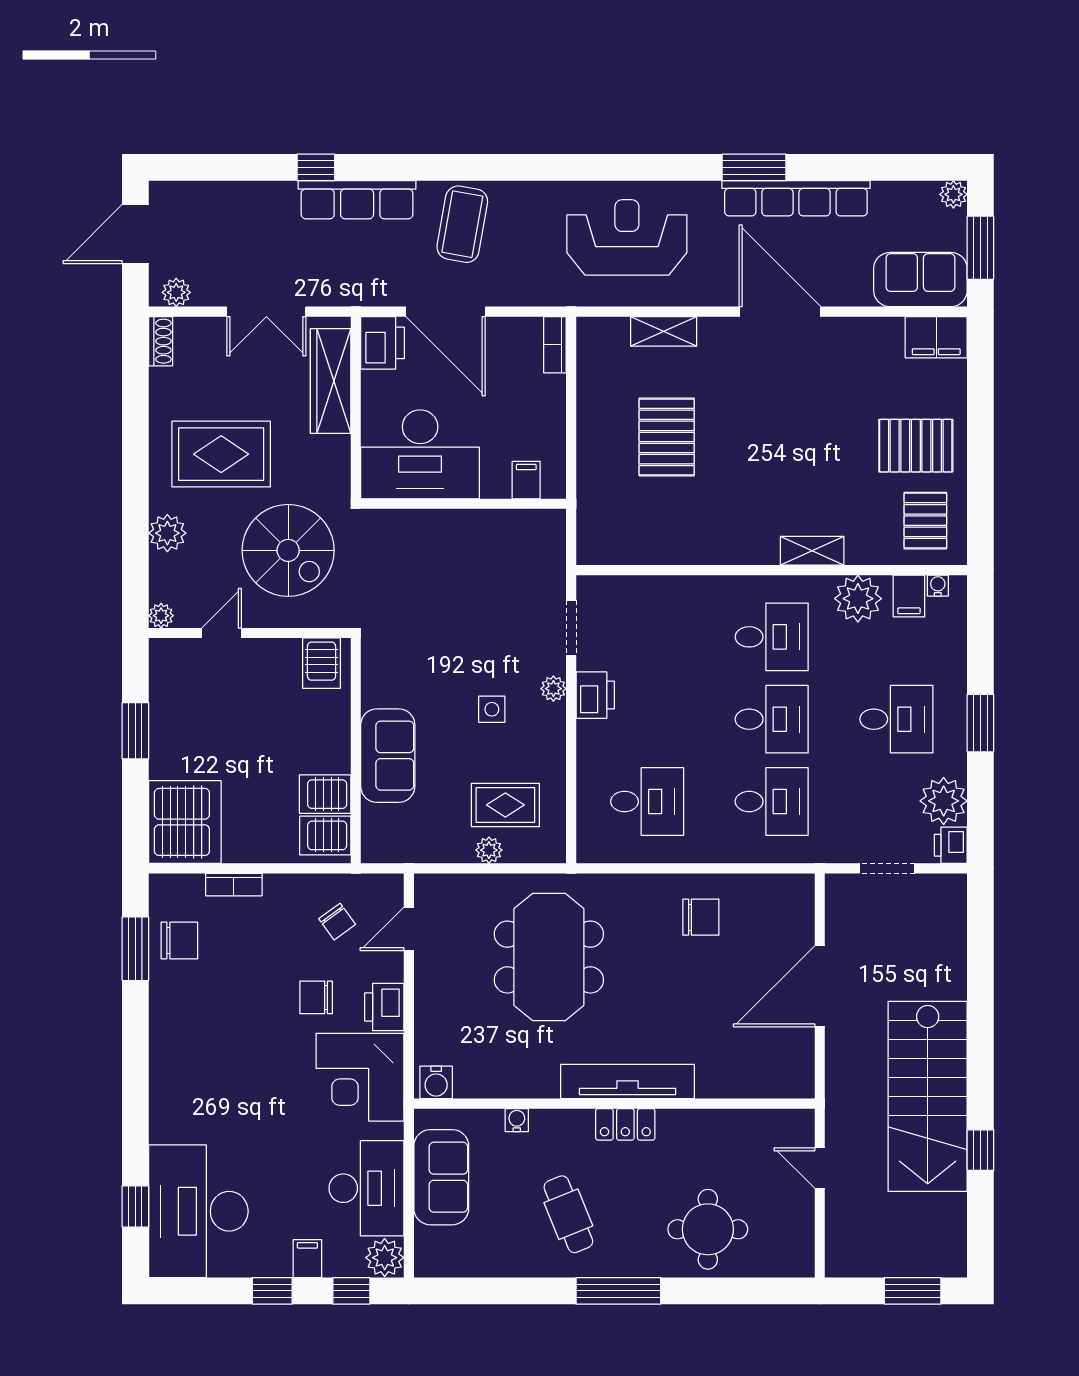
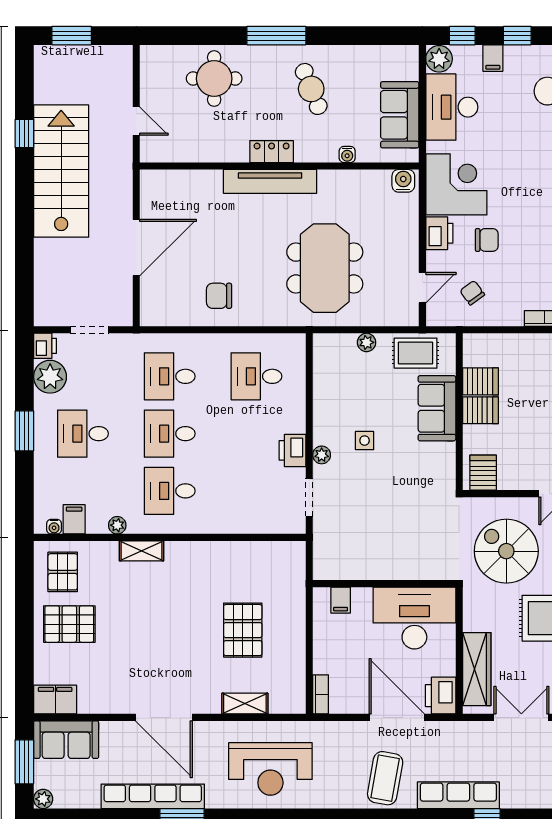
plant: (858, 599) -> (117, 525), width x0.53, depth x0.53
rug: (505, 805) -> (416, 353), moved
server rack: (325, 835) -> (481, 410), moved

